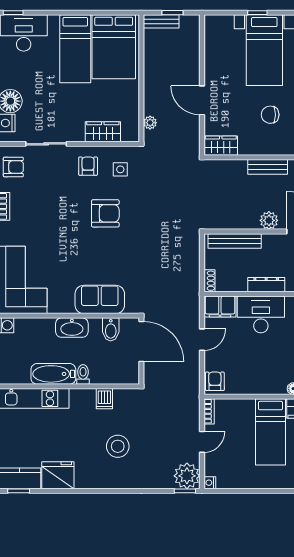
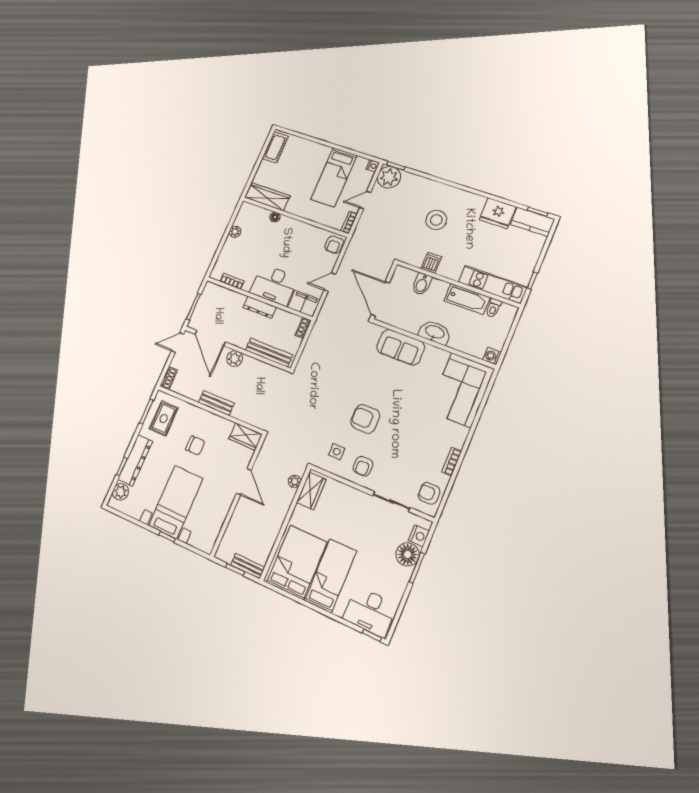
wardrobe: (103, 132) -> (311, 491), moved, turned -90
bidet: (111, 329) -> (422, 284), moved, turned 180
toilet: (83, 375) -> (493, 308), moved
bed: (270, 432) -> (334, 177), moved, turned 180

